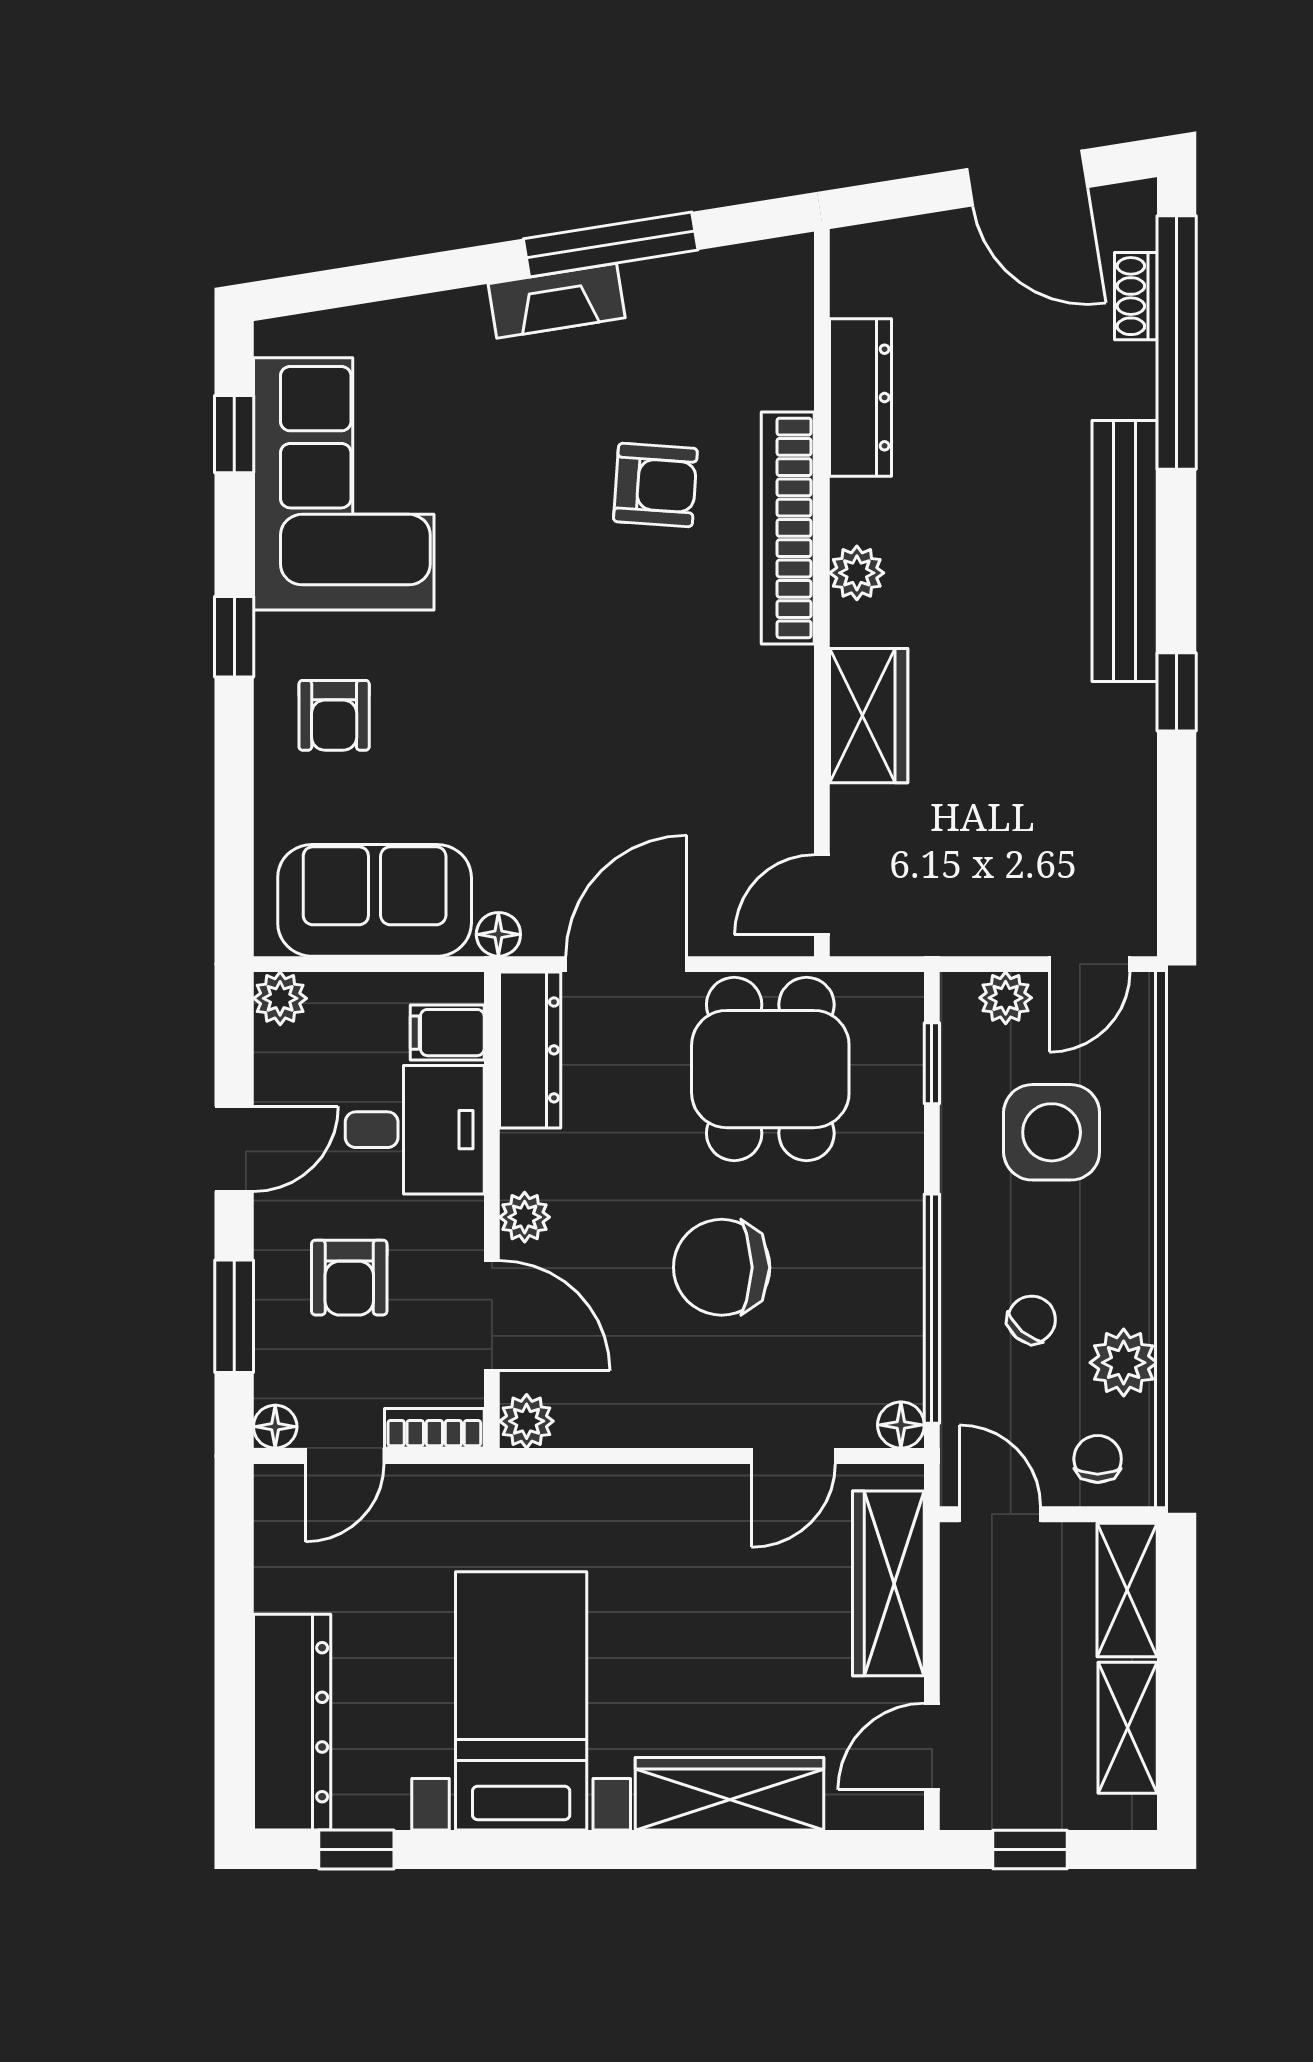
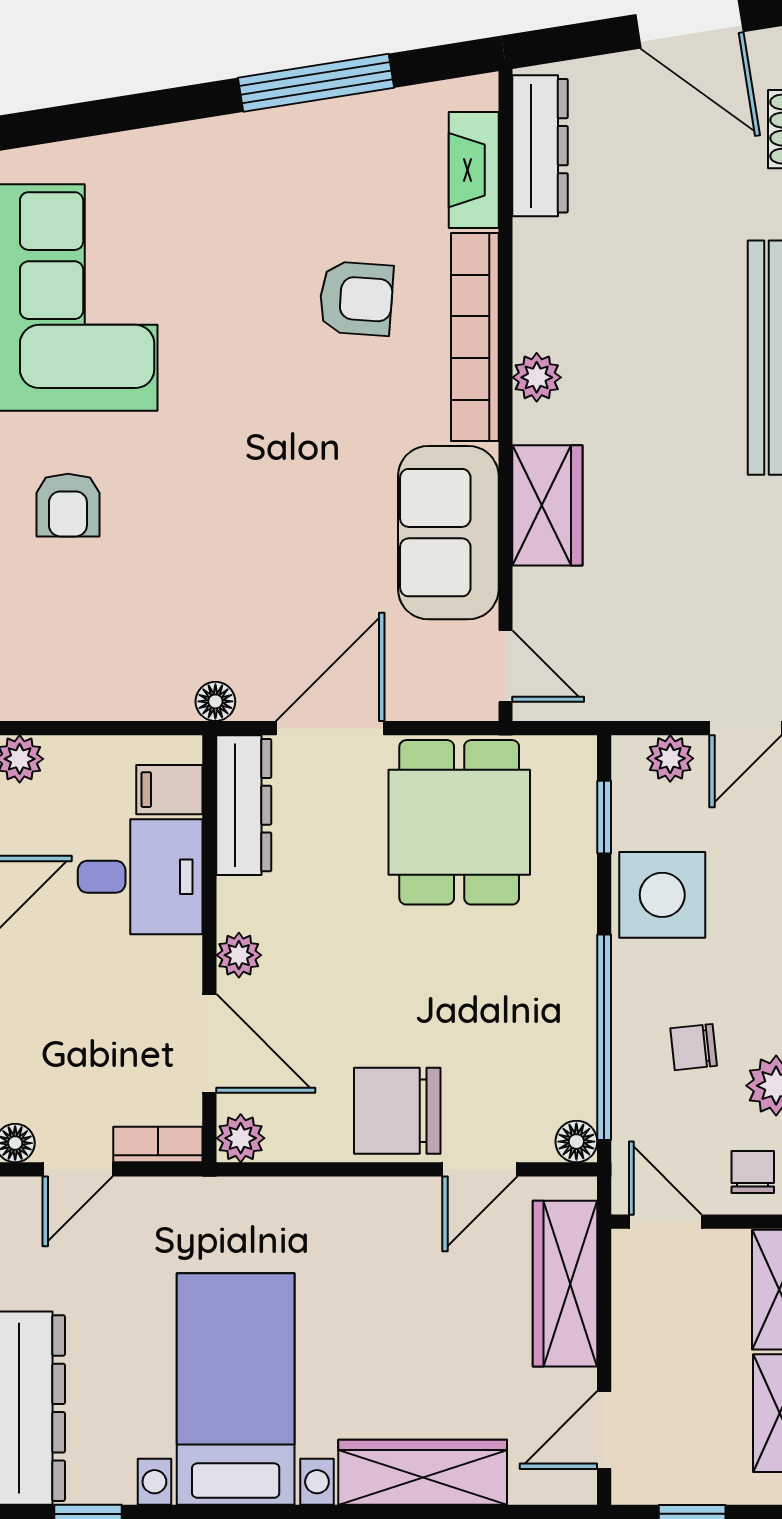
fireplace: (557, 301) -> (474, 170), moved, turned 99
dresser: (860, 397) -> (540, 146), moved
door: (822, 895) -> (505, 666), swing flipped
sofa: (375, 900) -> (448, 533), moved, turned -90
side table: (1052, 1132) -> (662, 895), moved
chair: (722, 1267) -> (397, 1111), moved
armchair: (349, 1278) -> (82, 1009), removed
chair: (1032, 1320) -> (694, 1047), turned -137

